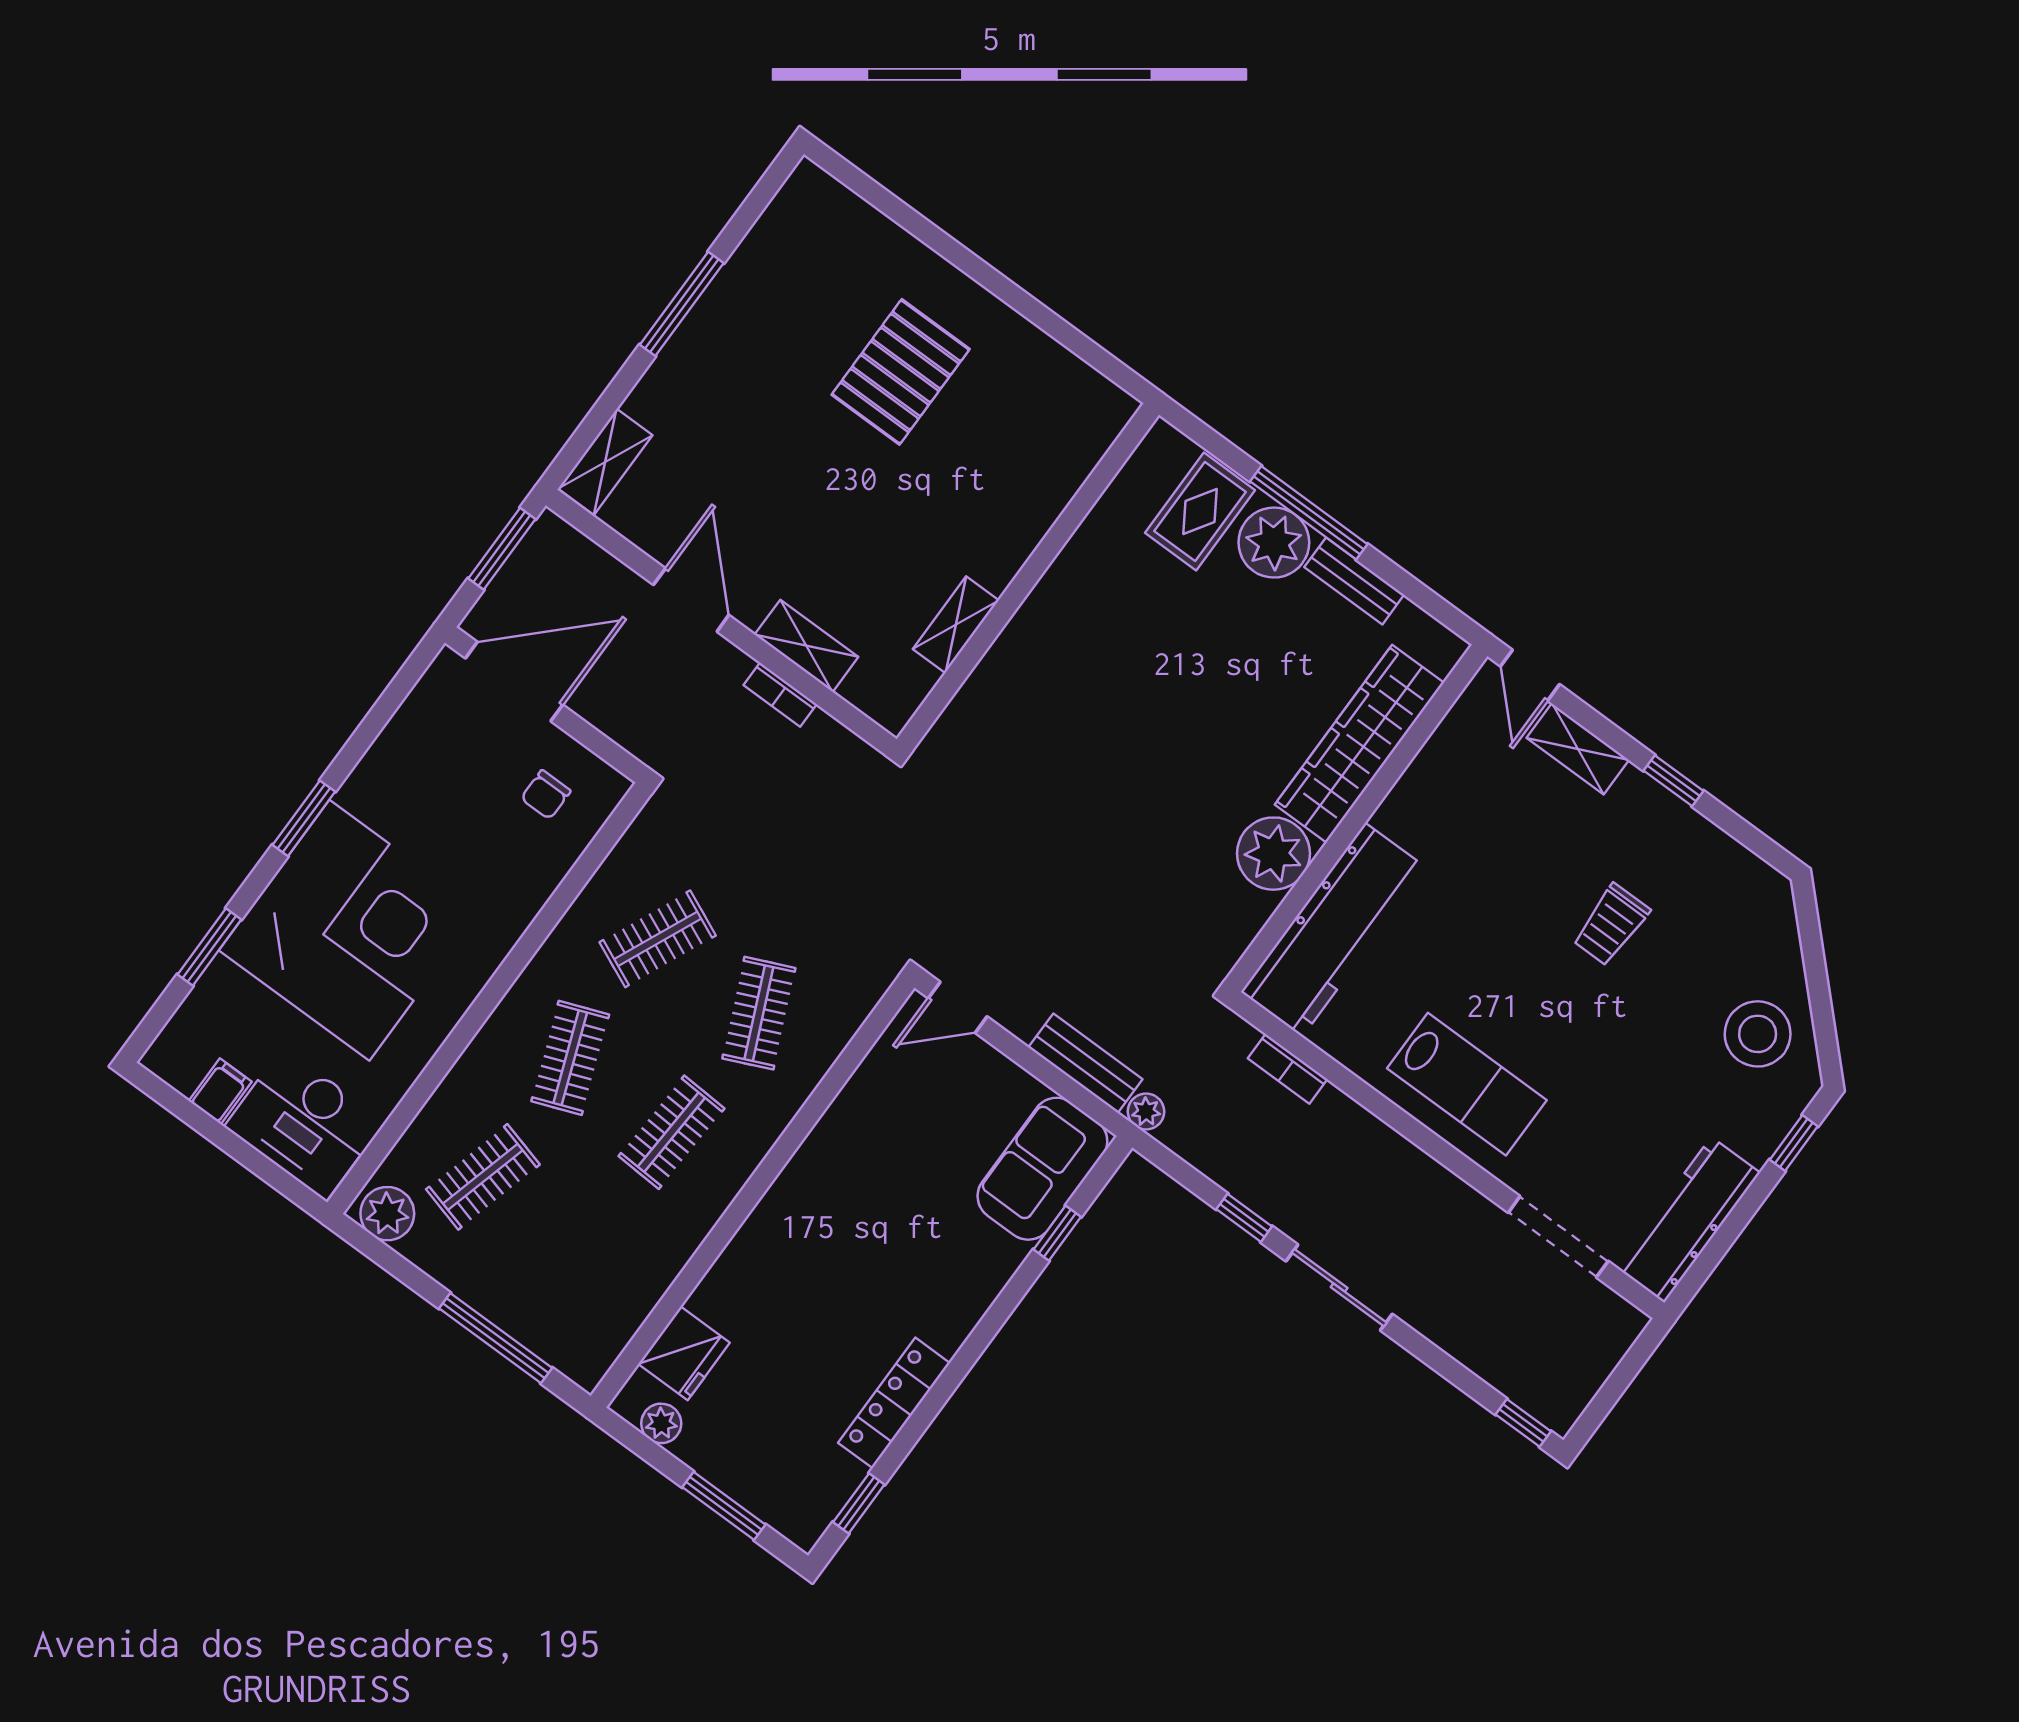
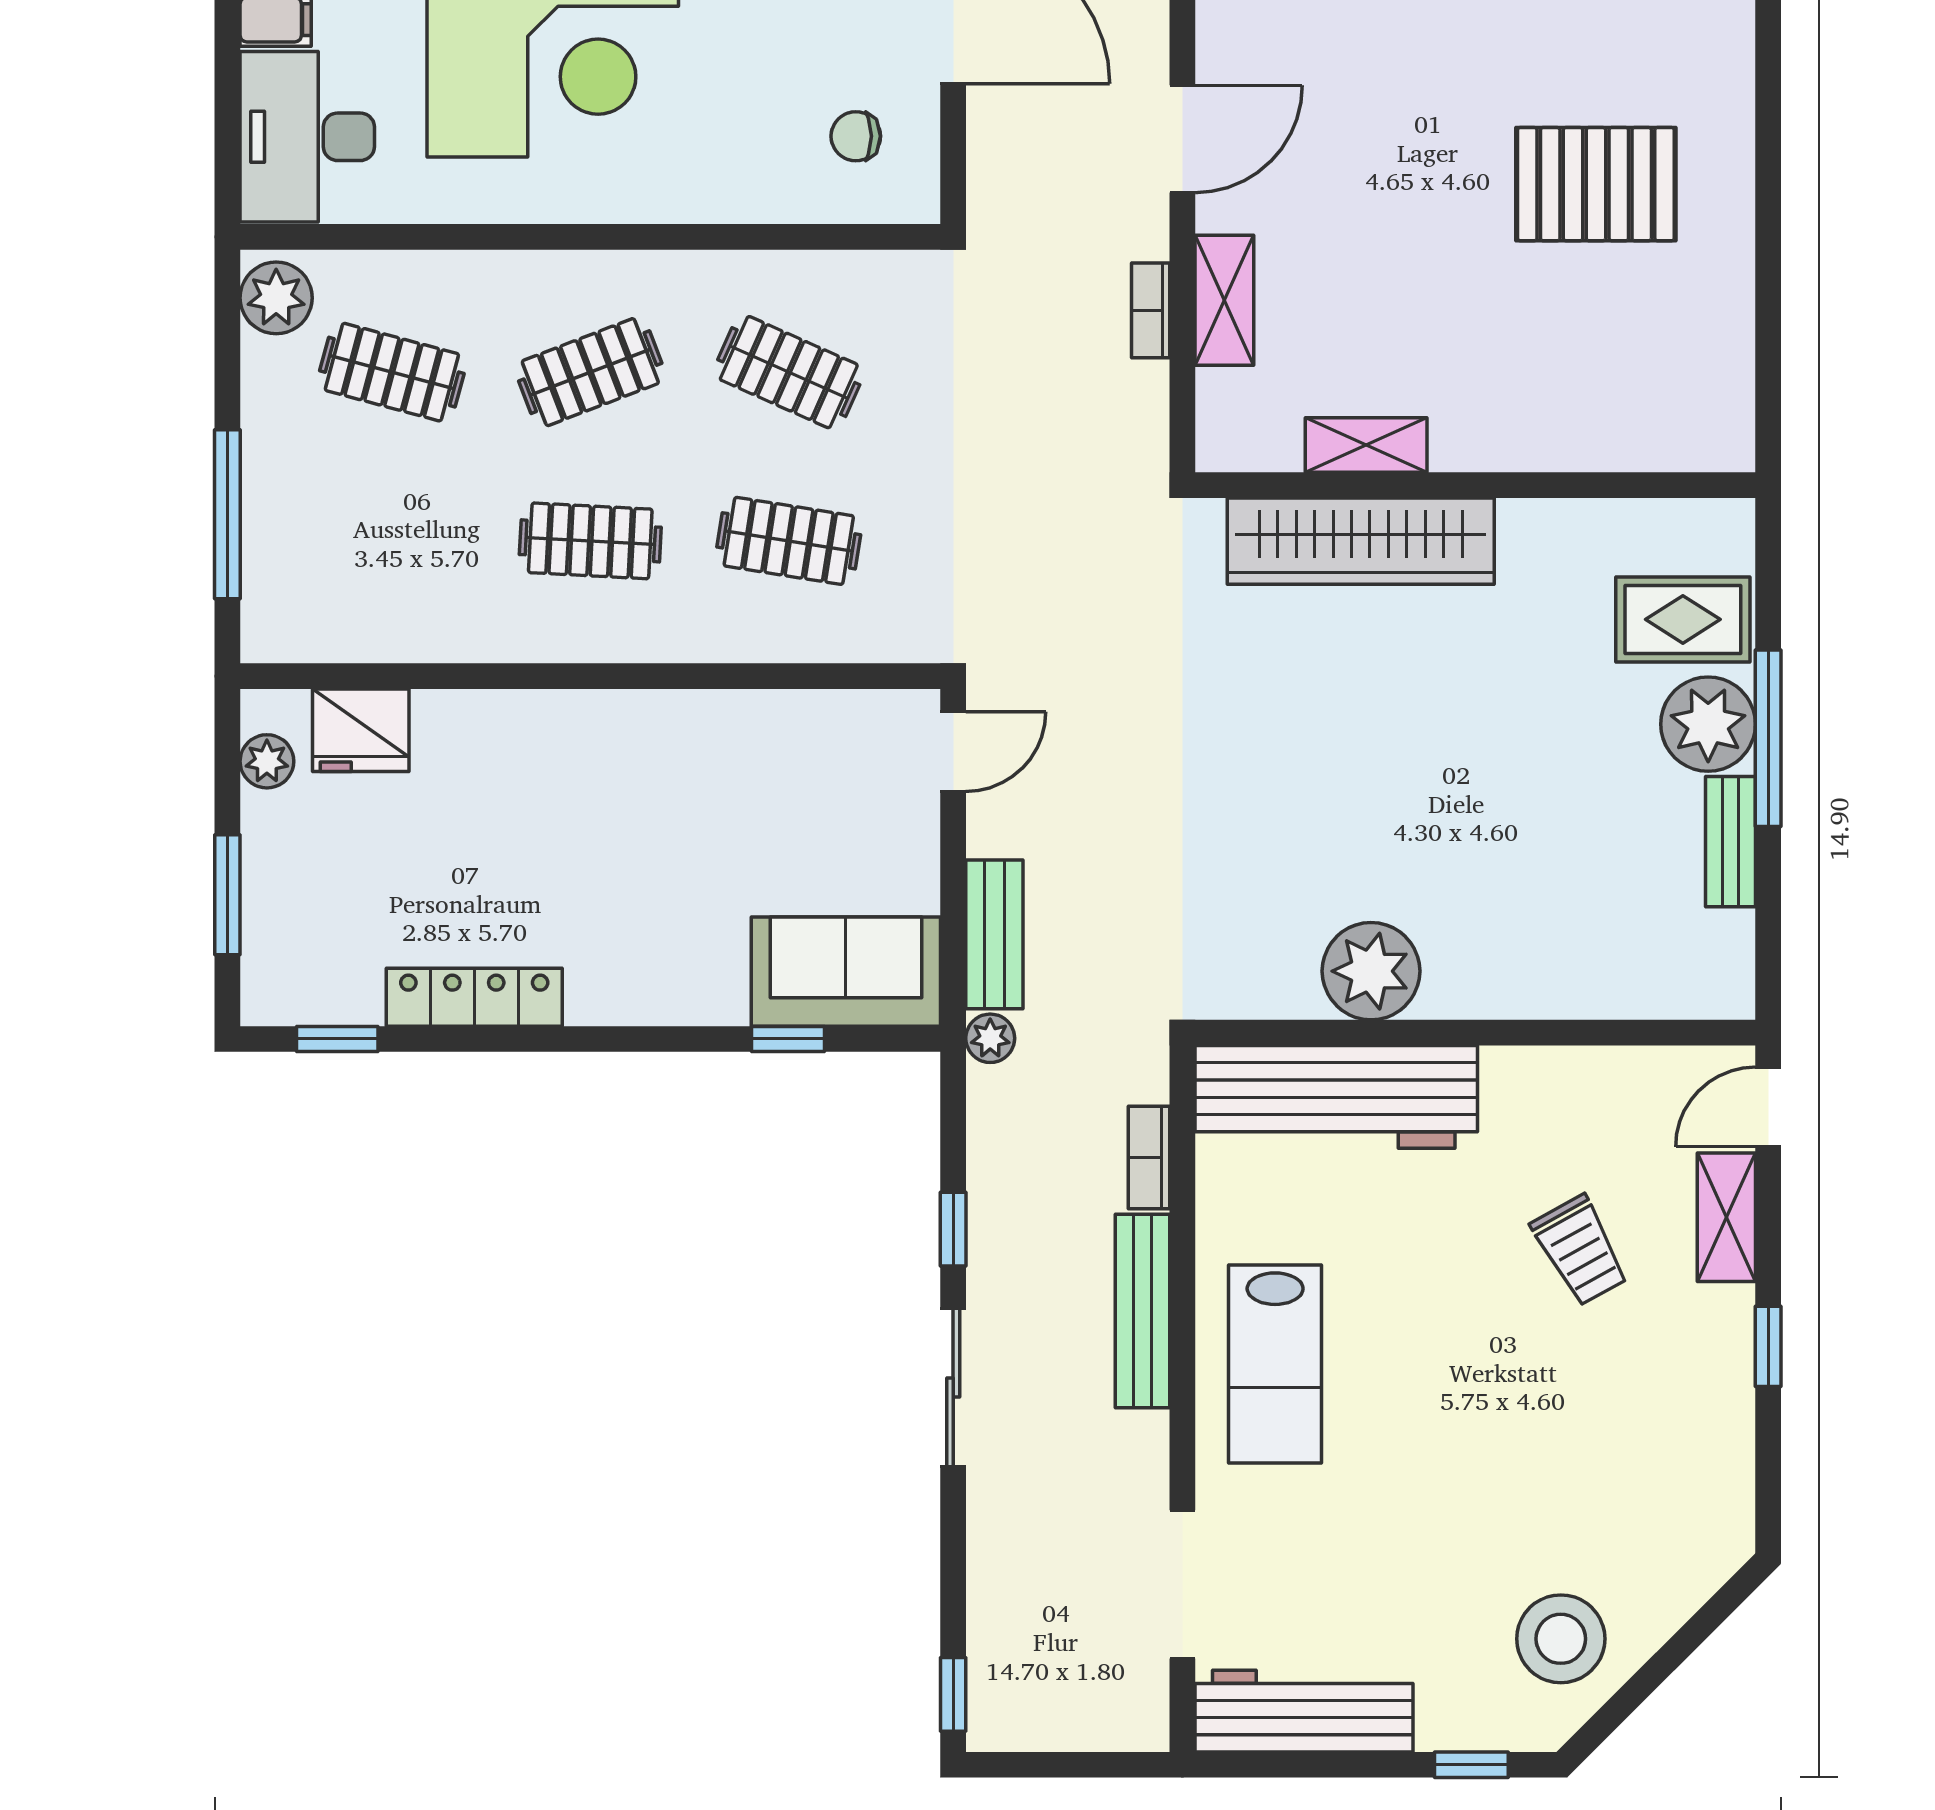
wardrobe: (1359, 744) -> (1361, 541), moved, turned 180
trolley: (1611, 925) -> (1580, 1250), moved, turned -119
door: (958, 1007) -> (953, 752), swing flipped
clothes rail: (759, 1013) -> (789, 541), turned 33
bench: (1377, 1140) -> (1143, 1311), added

